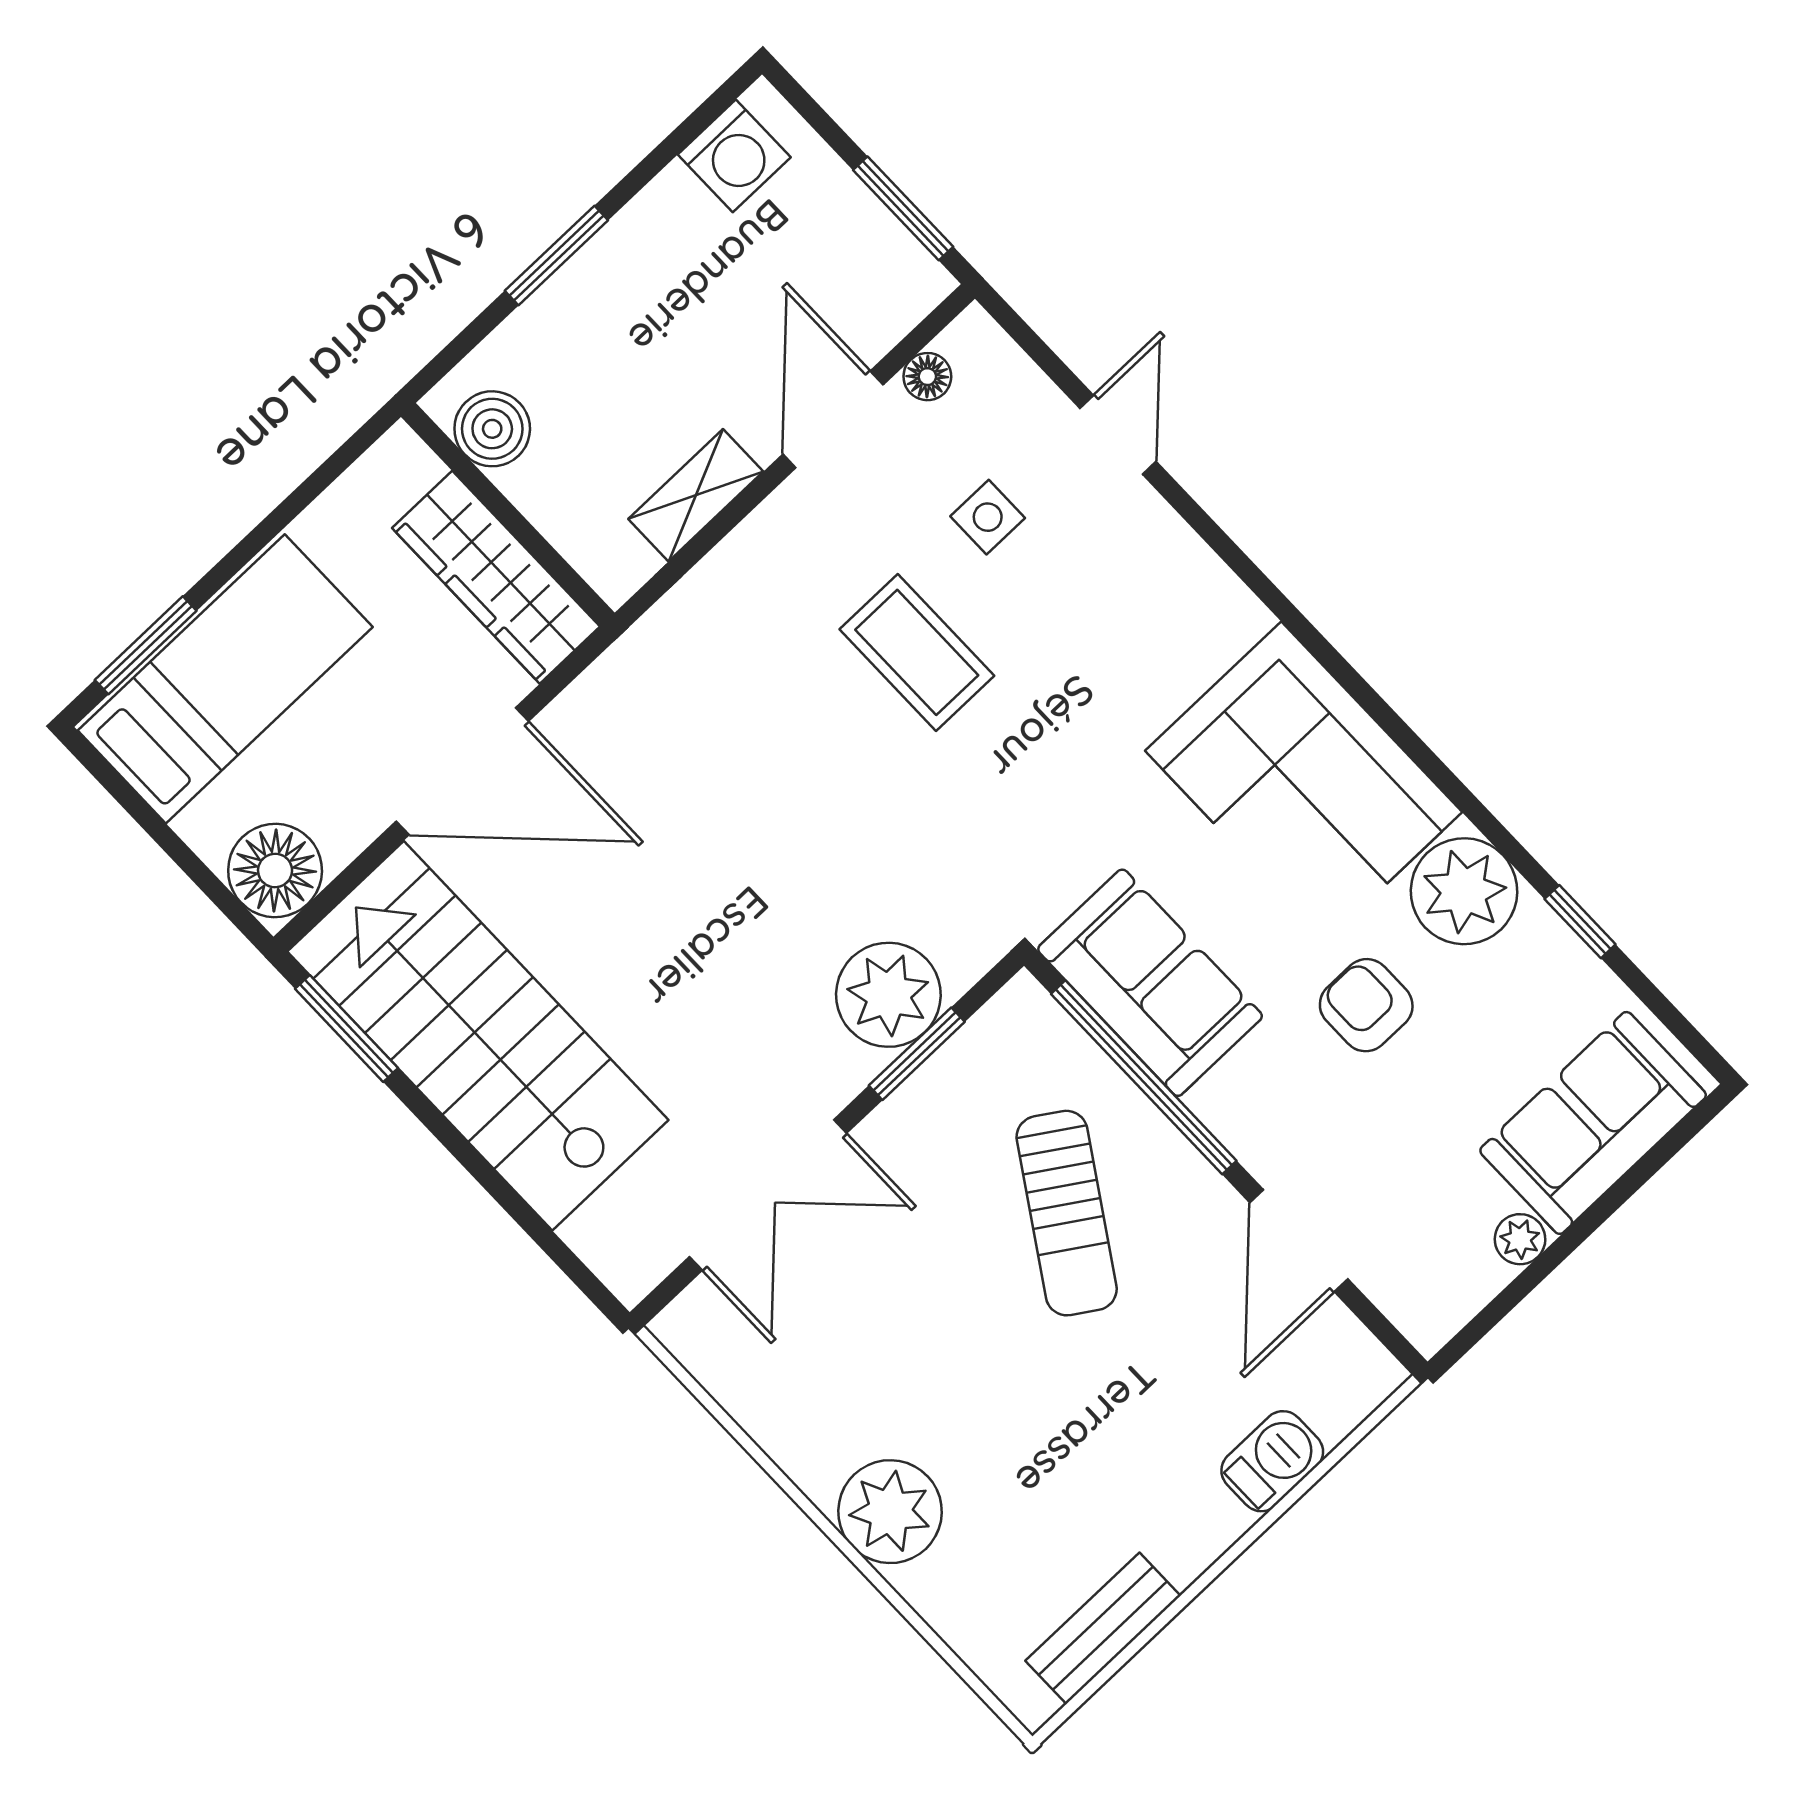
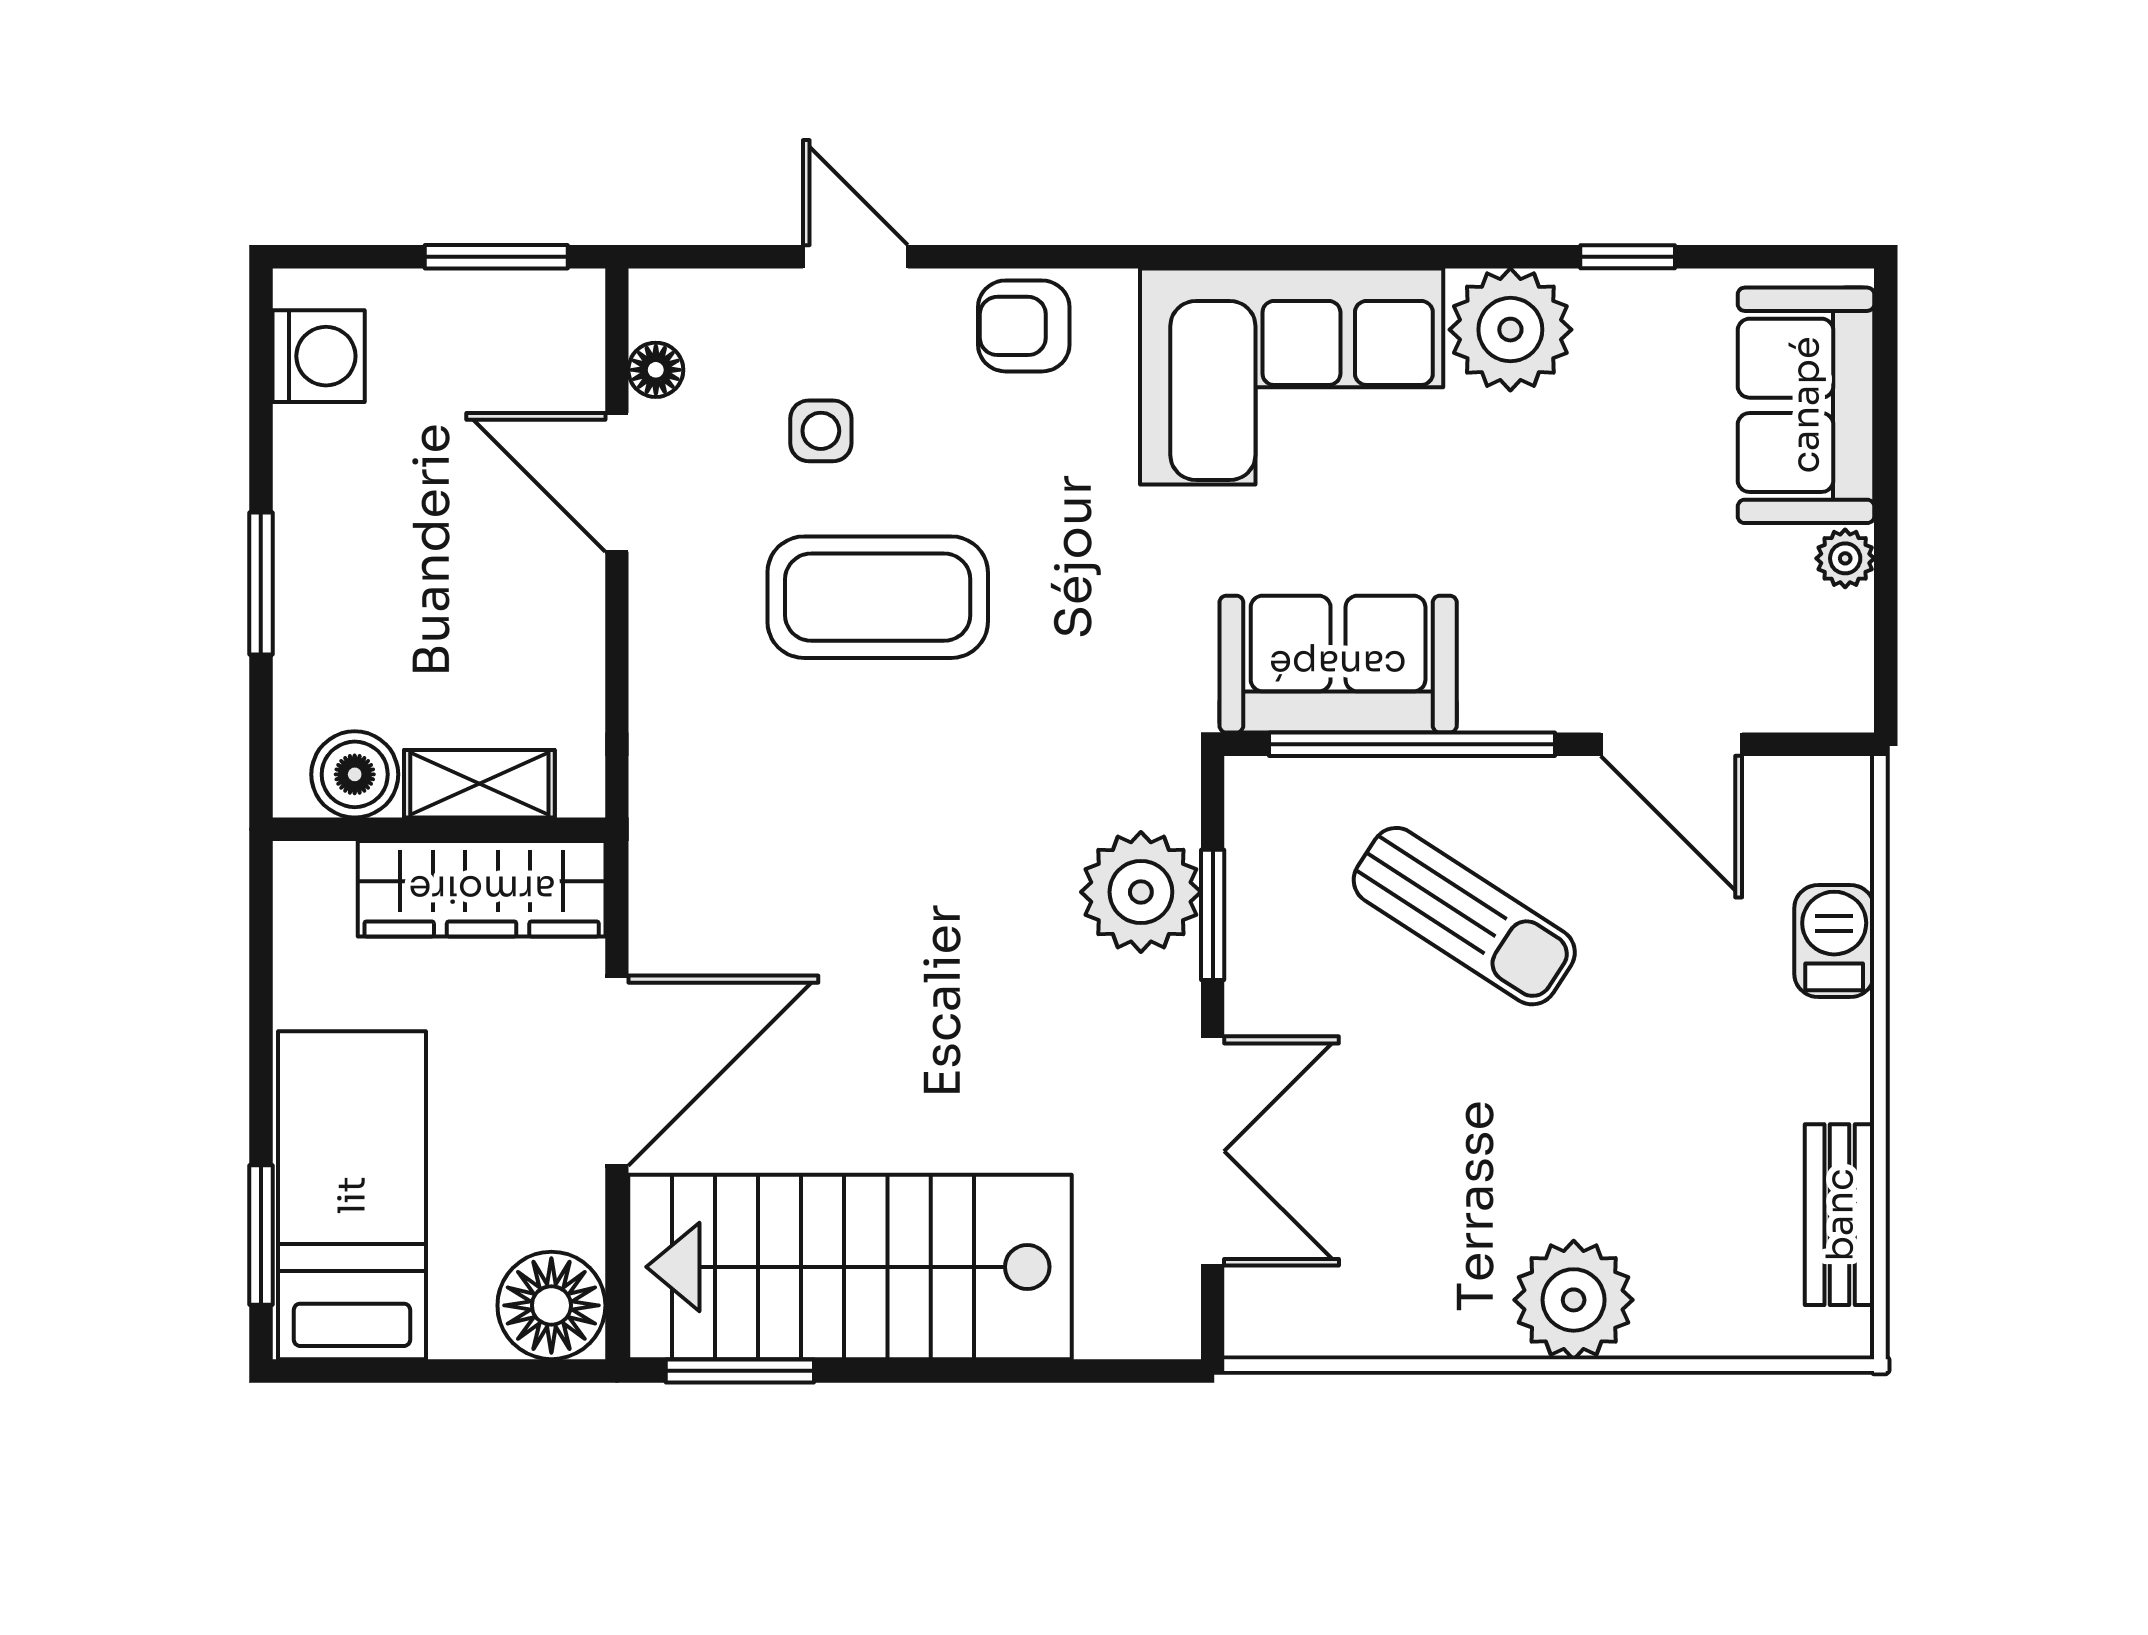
shelving: (696, 495) -> (479, 784), moved, turned 90
coffee table: (917, 652) -> (878, 597), width x1.36, depth x1.32
armchair: (1366, 1005) -> (1024, 326), moved

